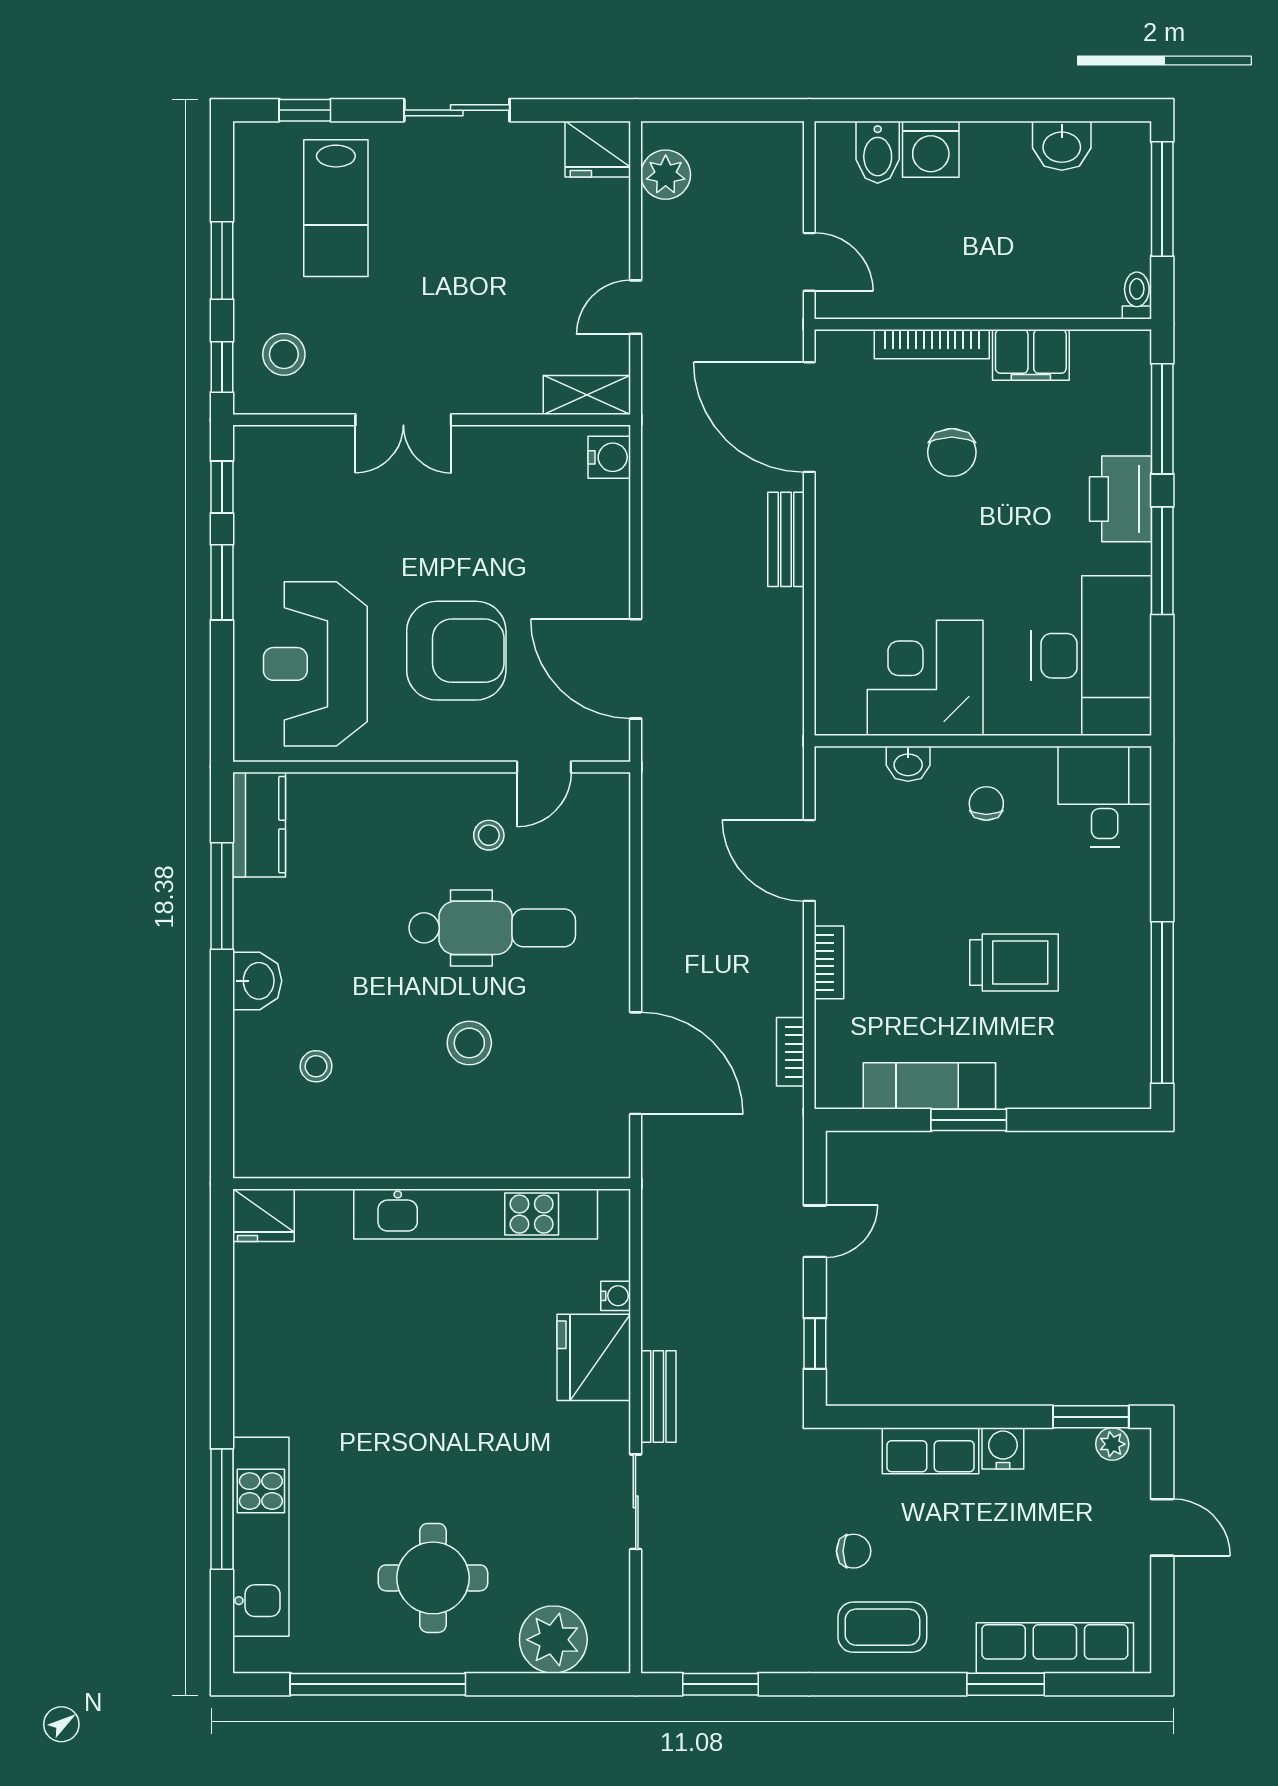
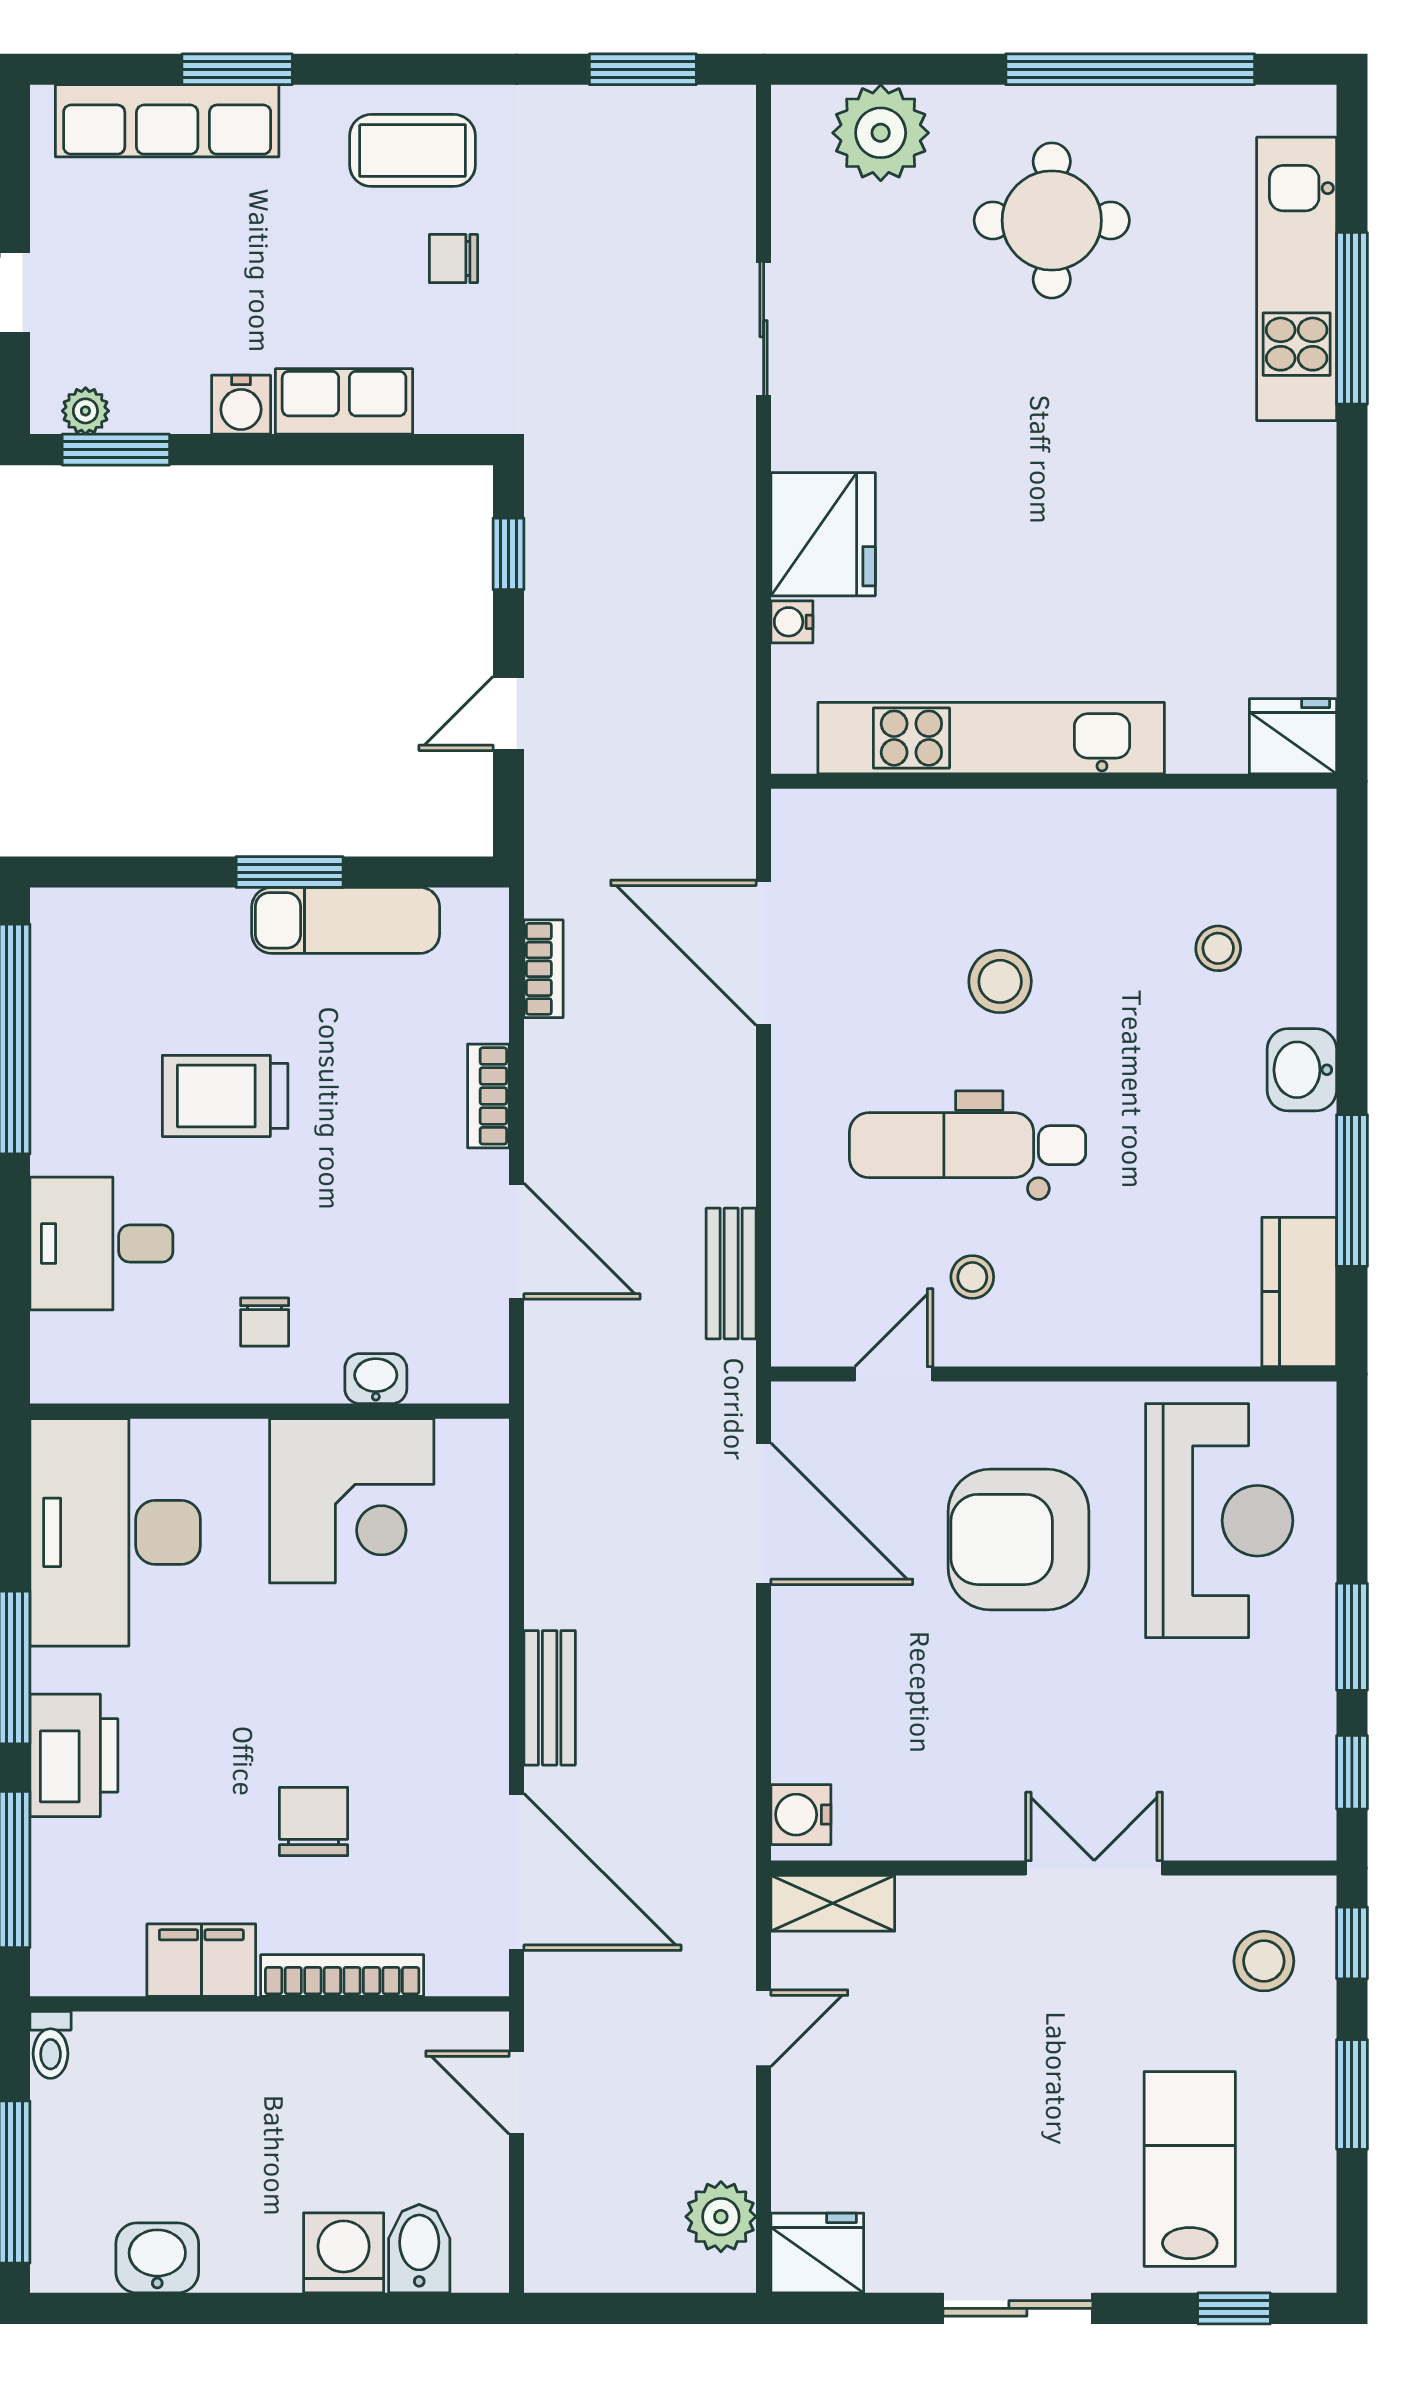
desk: (1105, 796) -> (101, 1244), moved, turned 90
bench: (658, 1397) -> (731, 1274), moved

